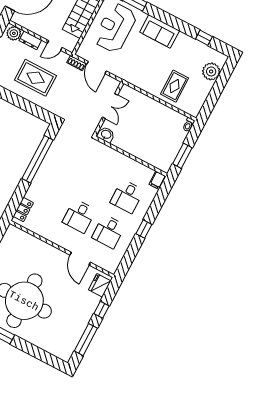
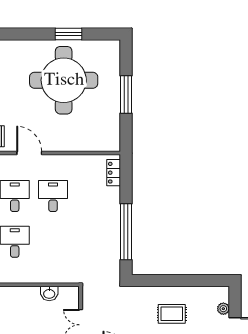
rug: (36, 78) -> (172, 314), width x0.73, depth x0.70
washbasin: (106, 135) -> (49, 294), moved

